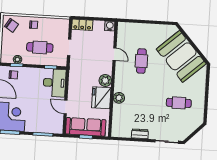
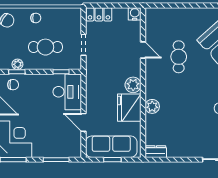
dresser: (140, 134) -> (156, 152), moved

